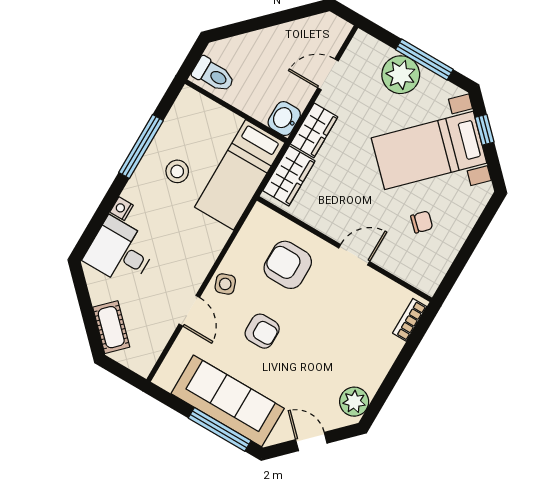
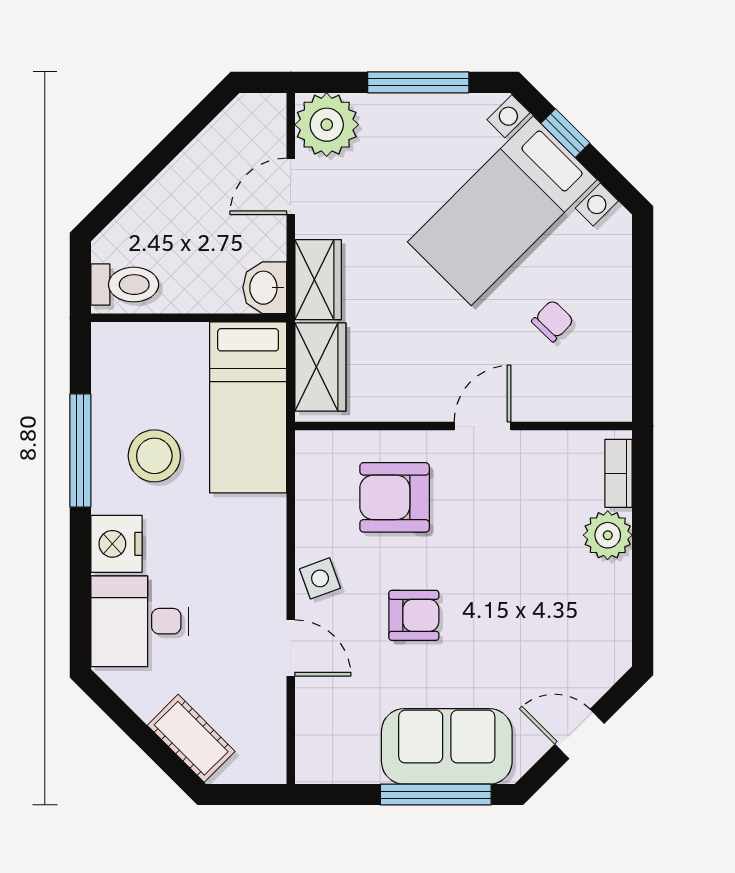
plant: (401, 75) -> (327, 125), moved
stool: (177, 171) -> (154, 456), width x1.38, depth x1.38
nightstand: (122, 209) -> (116, 544), width x1.89, depth x1.79
sofa: (228, 401) -> (447, 746), width x0.73
plant: (354, 402) -> (608, 535), moved

